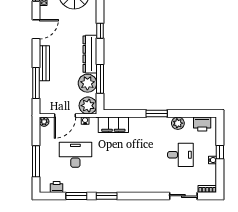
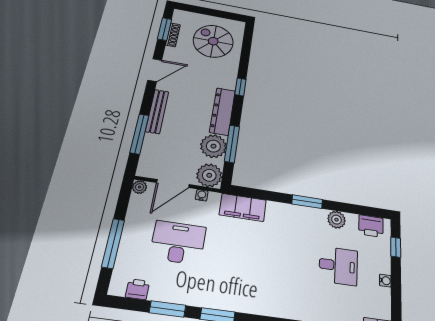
window: (220, 152) -> (396, 247), moved

